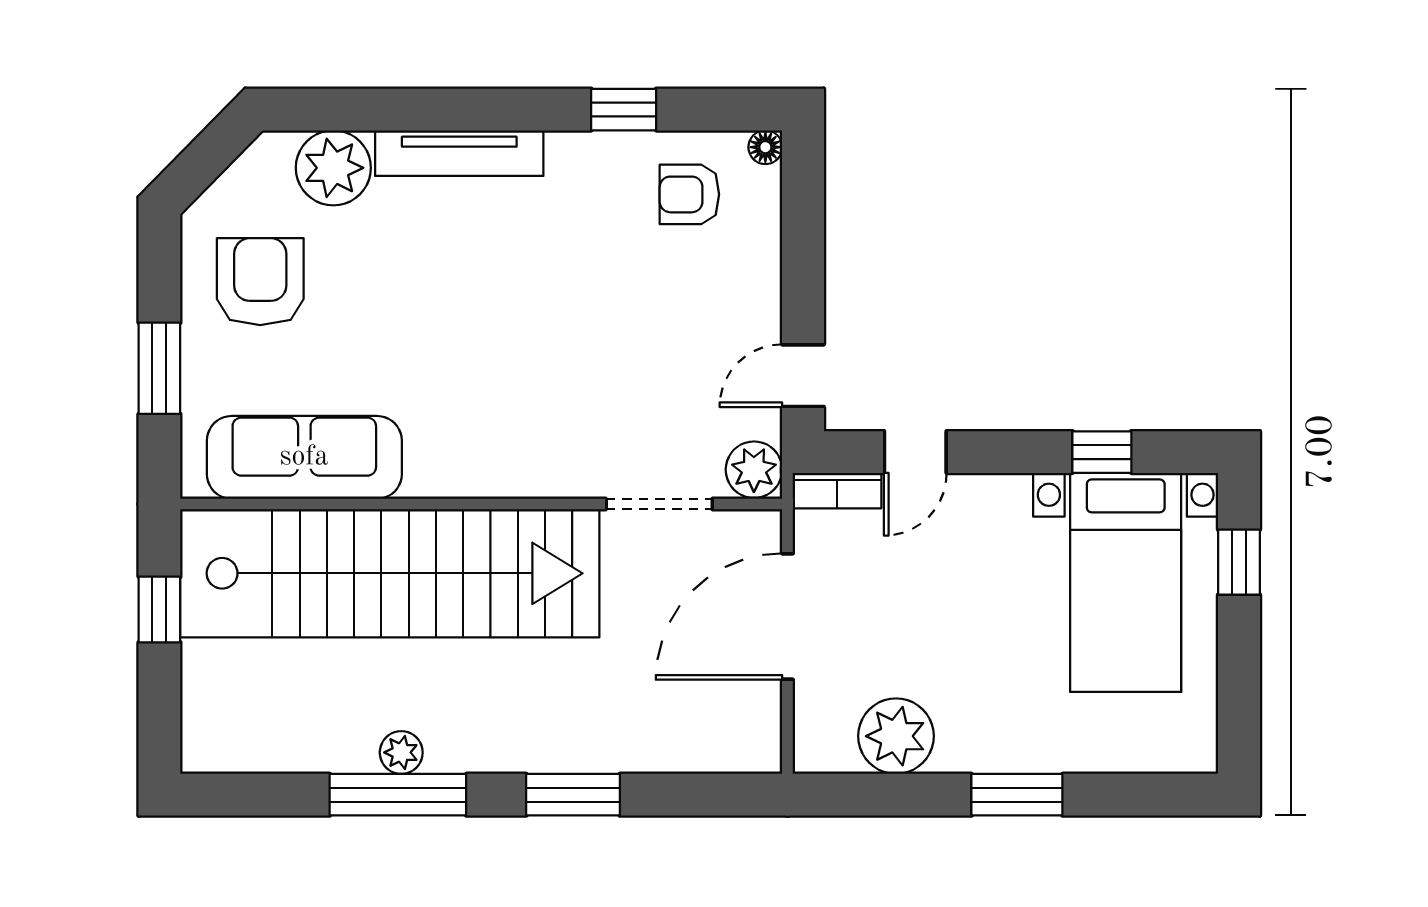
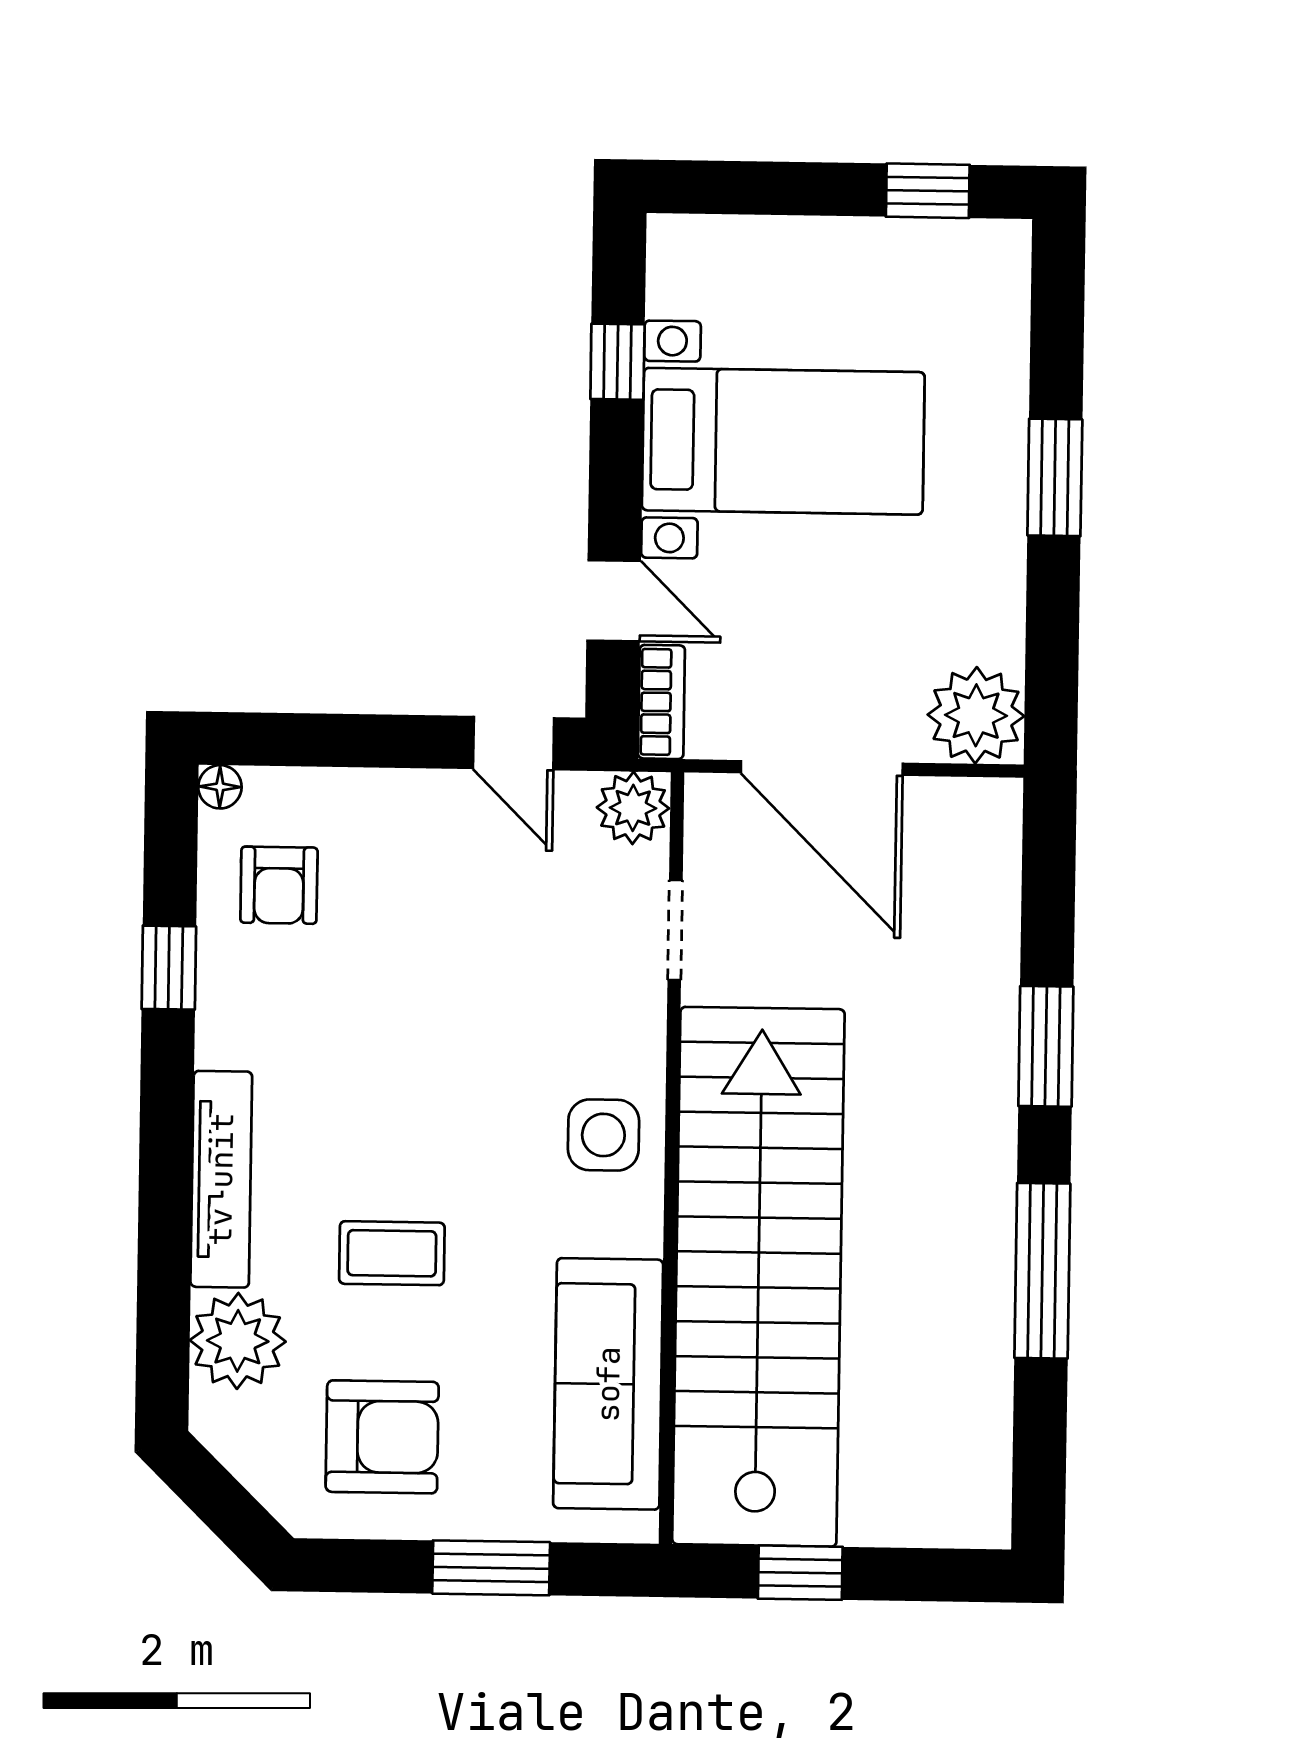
armchair: (260, 282) -> (382, 1437), turned 180
coffee table: (404, 287) -> (392, 1253), added
side table: (498, 451) -> (603, 1135), added
doorway: (659, 504) -> (675, 930), width x0.73
window: (1239, 562) -> (928, 191), moved
bed with nightstands: (1126, 582) -> (783, 441), moved
plant: (896, 736) -> (976, 715), moved
plant: (401, 752) -> (988, 1266), removed

